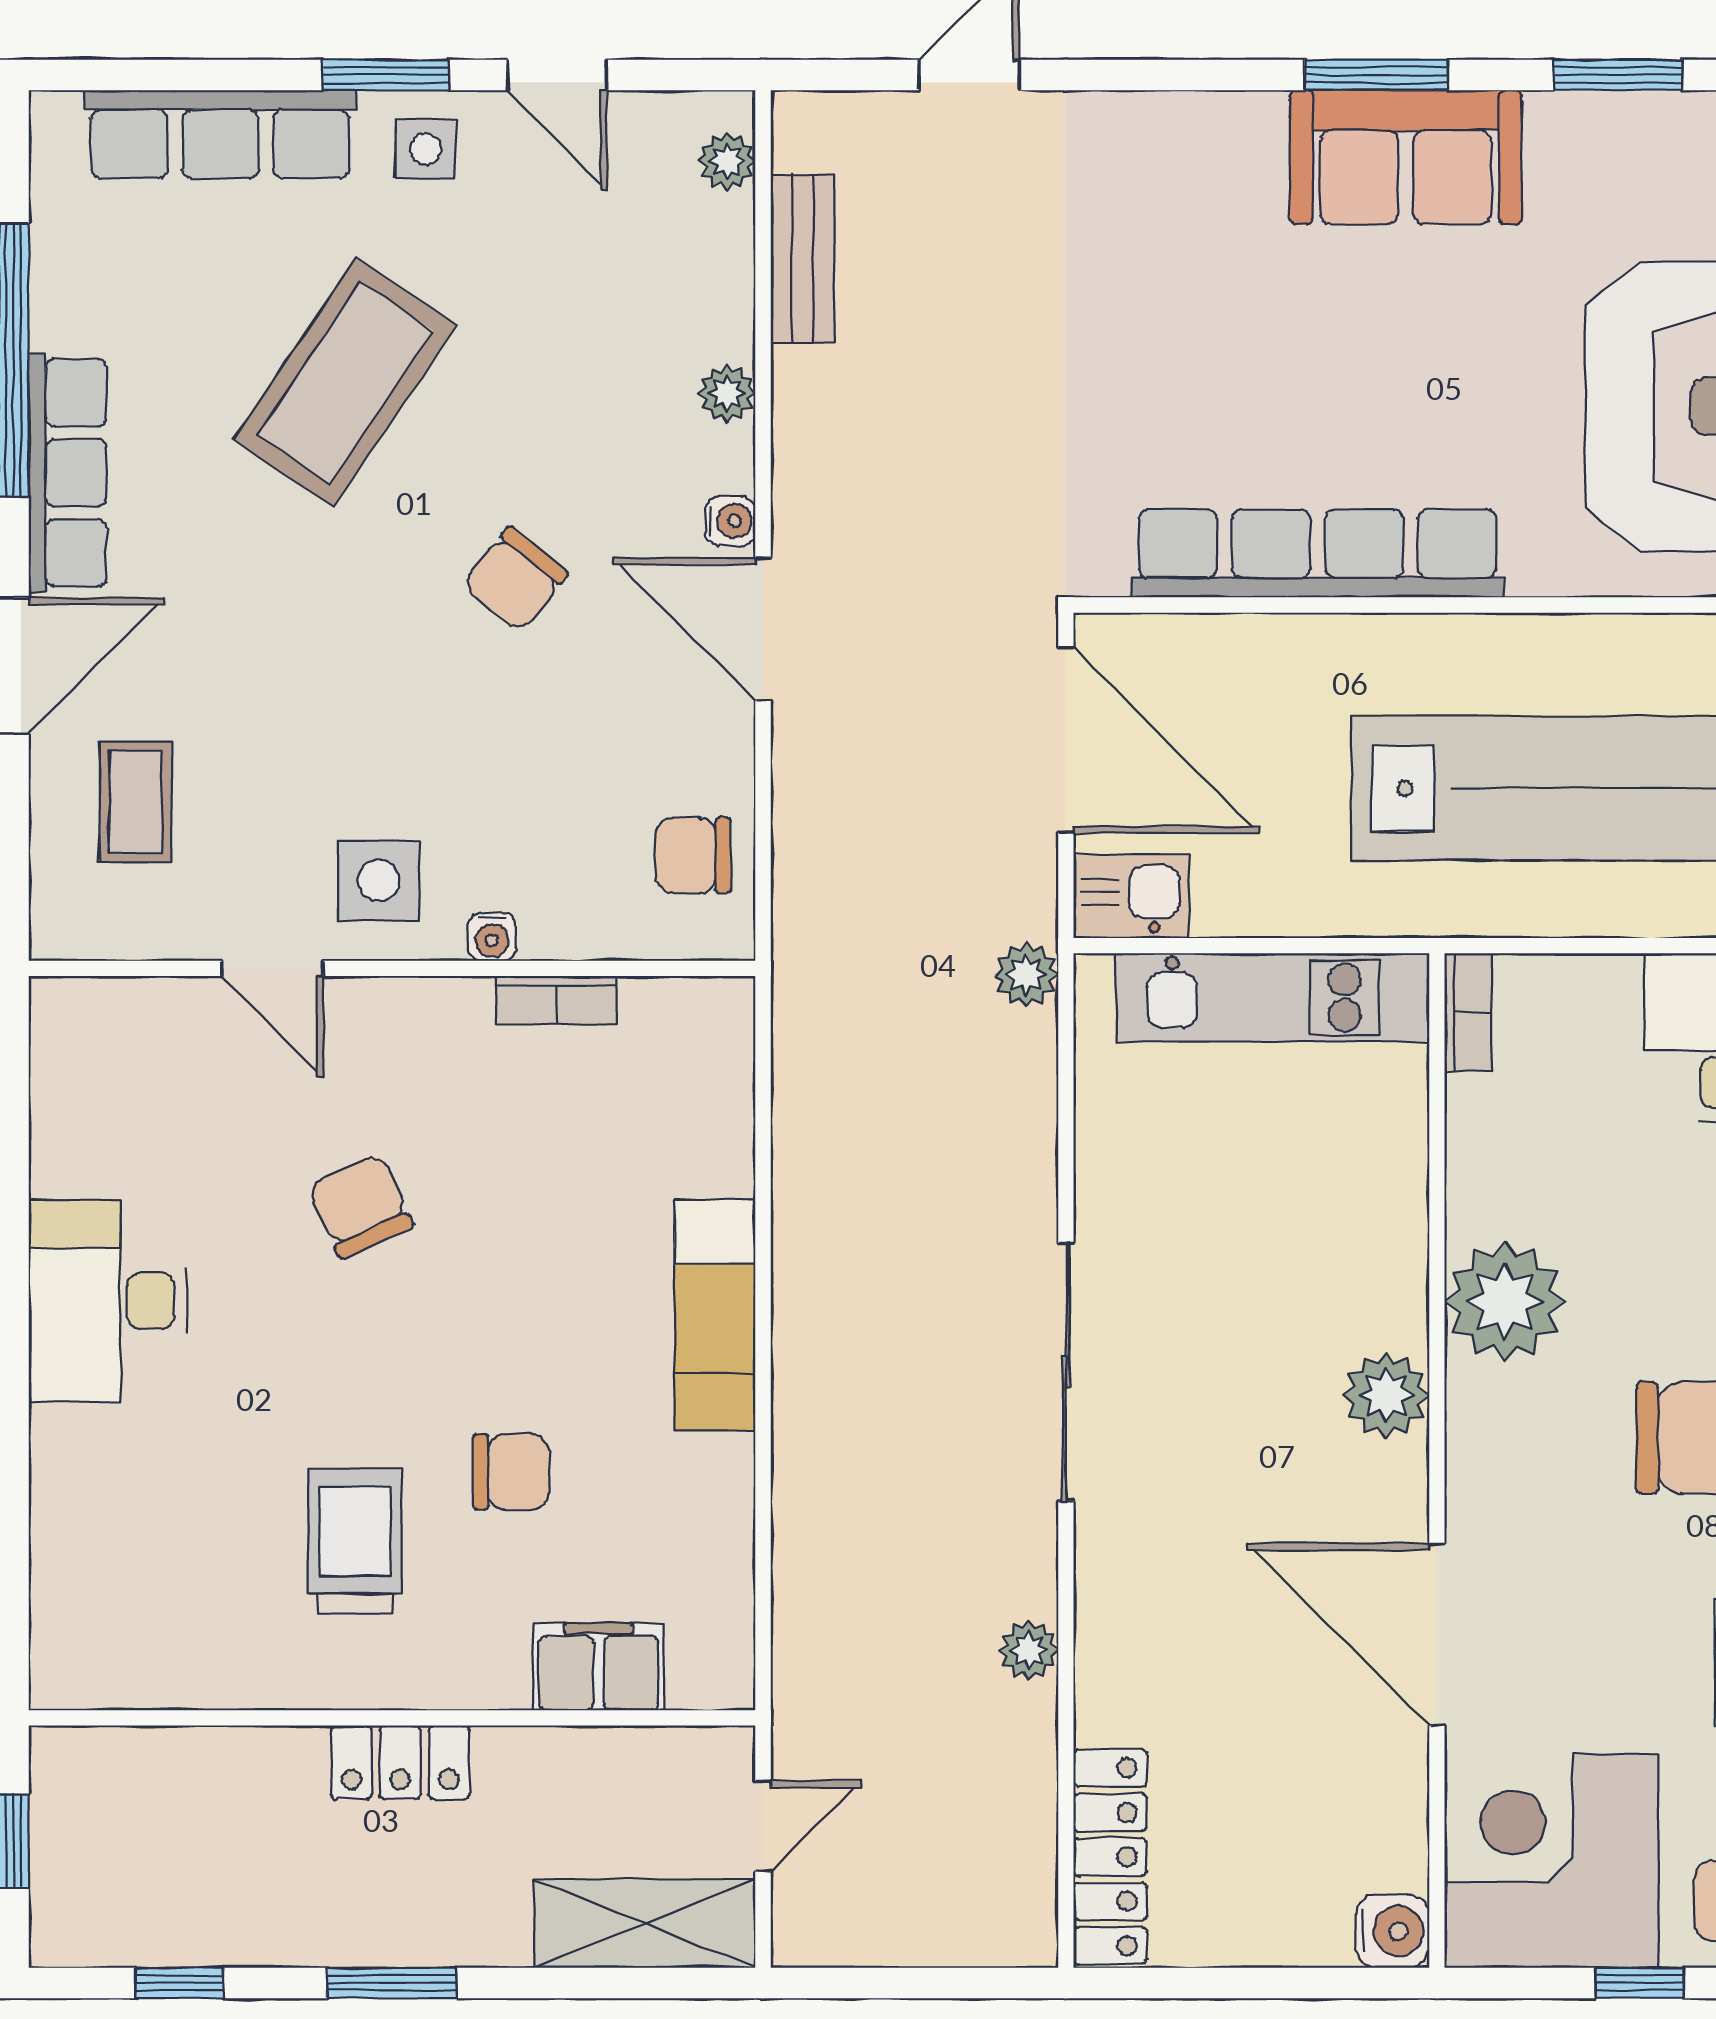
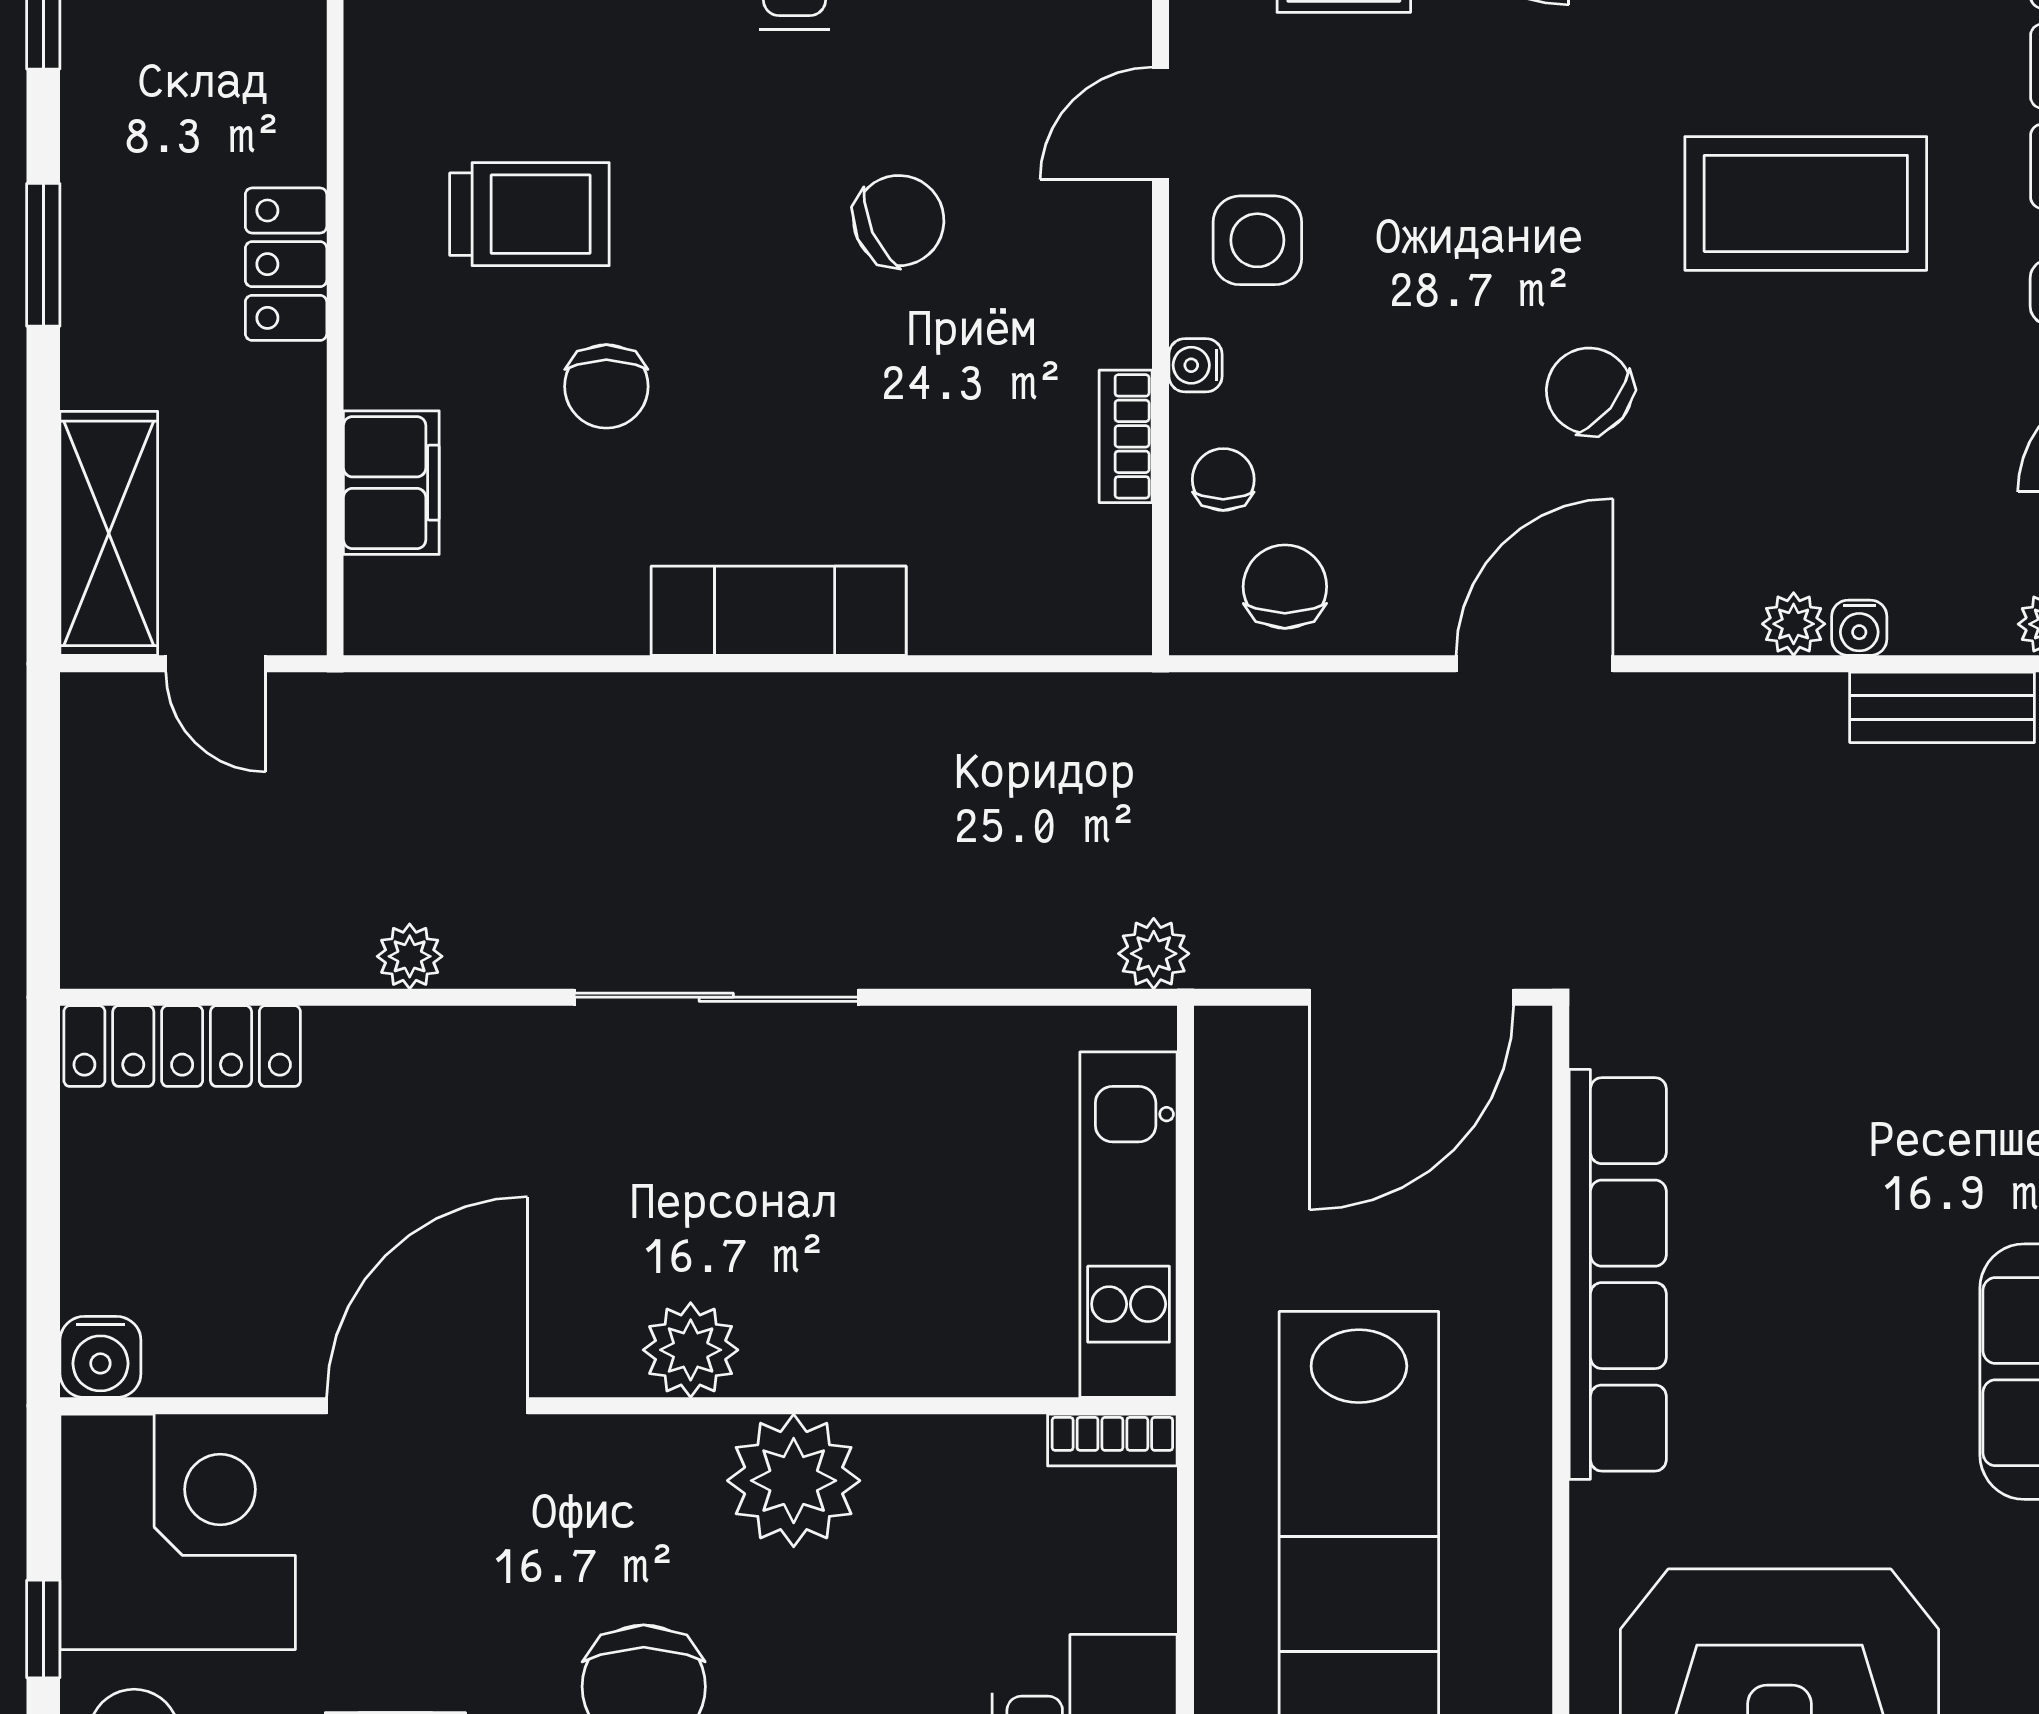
coffee table: (345, 383) -> (1806, 203), turned -34
water cooler: (730, 521) -> (1859, 628), moved
kitchen sink: (1131, 896) -> (1240, 1069), removed
chair: (596, 911) -> (1223, 480), added

